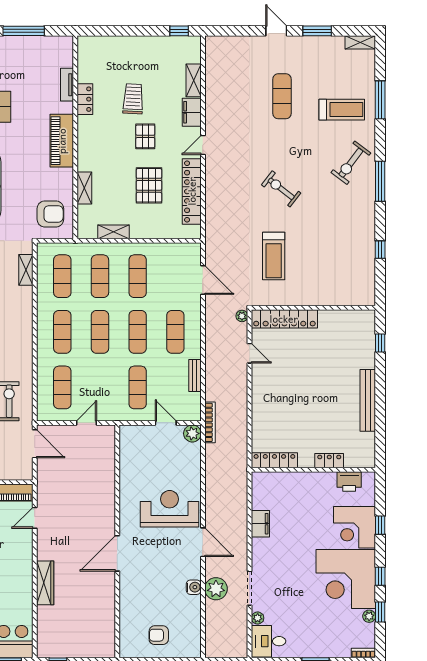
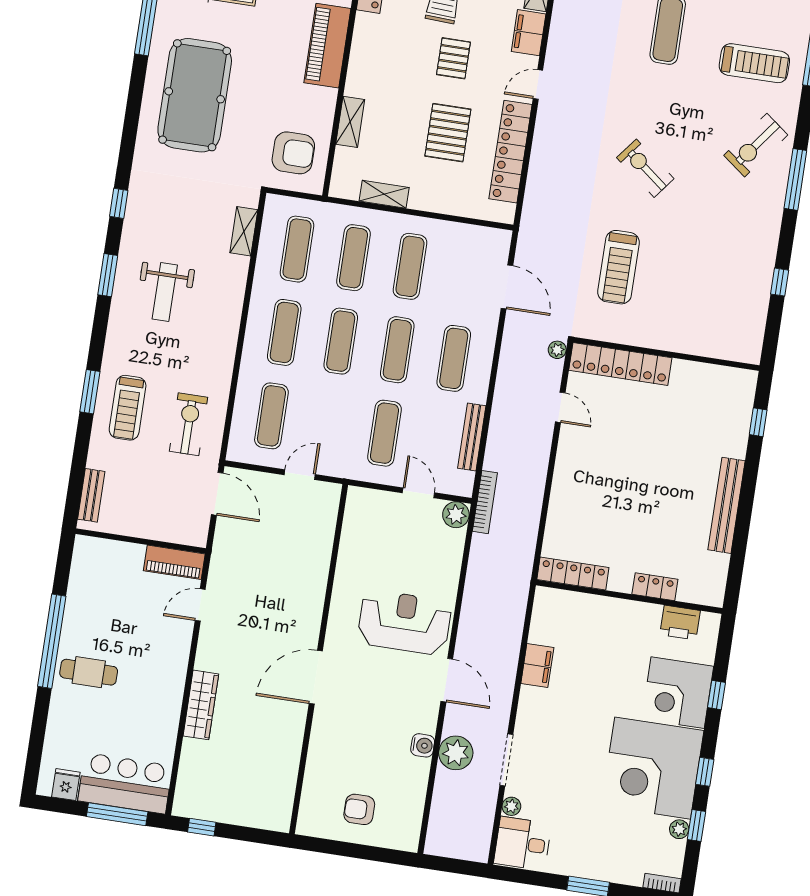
bench: (195, 375) -> (472, 437), width x1.36

